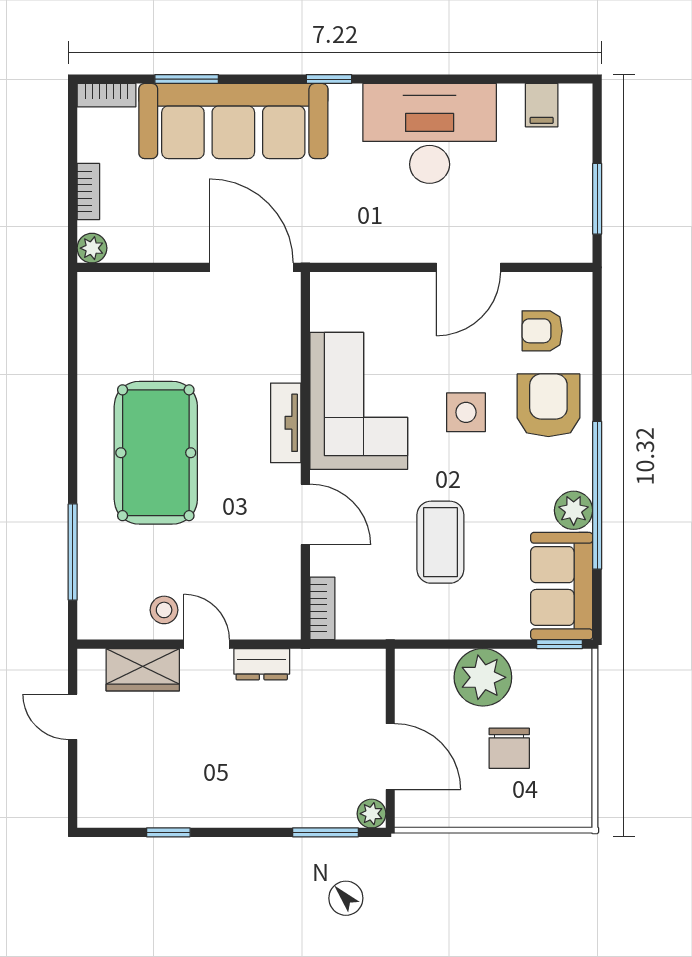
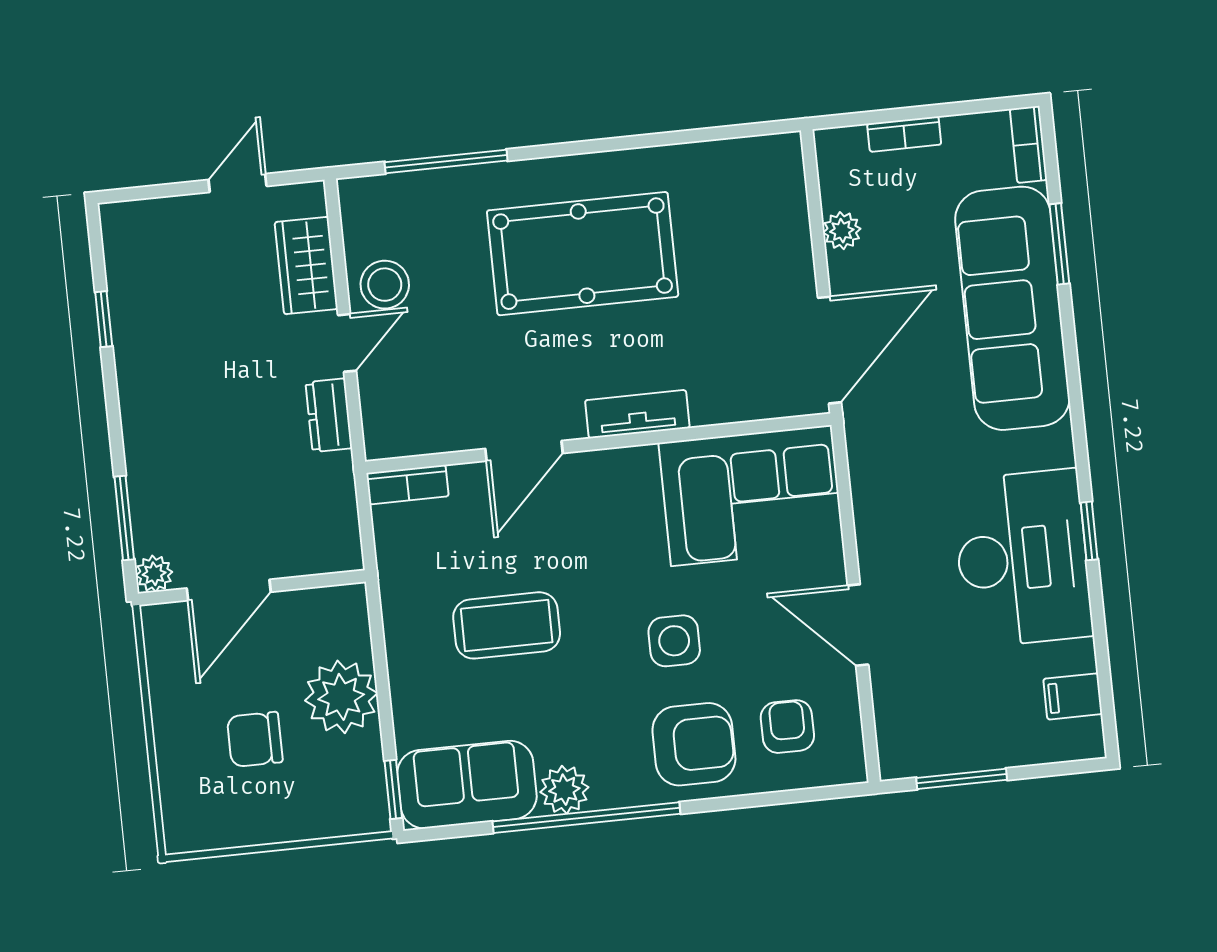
window: (329, 79) -> (1089, 531), moved
plant: (92, 248) -> (842, 231), moved
corner sofa: (359, 401) -> (751, 496), moved
stool: (164, 610) -> (385, 285), width x1.37, depth x1.37

